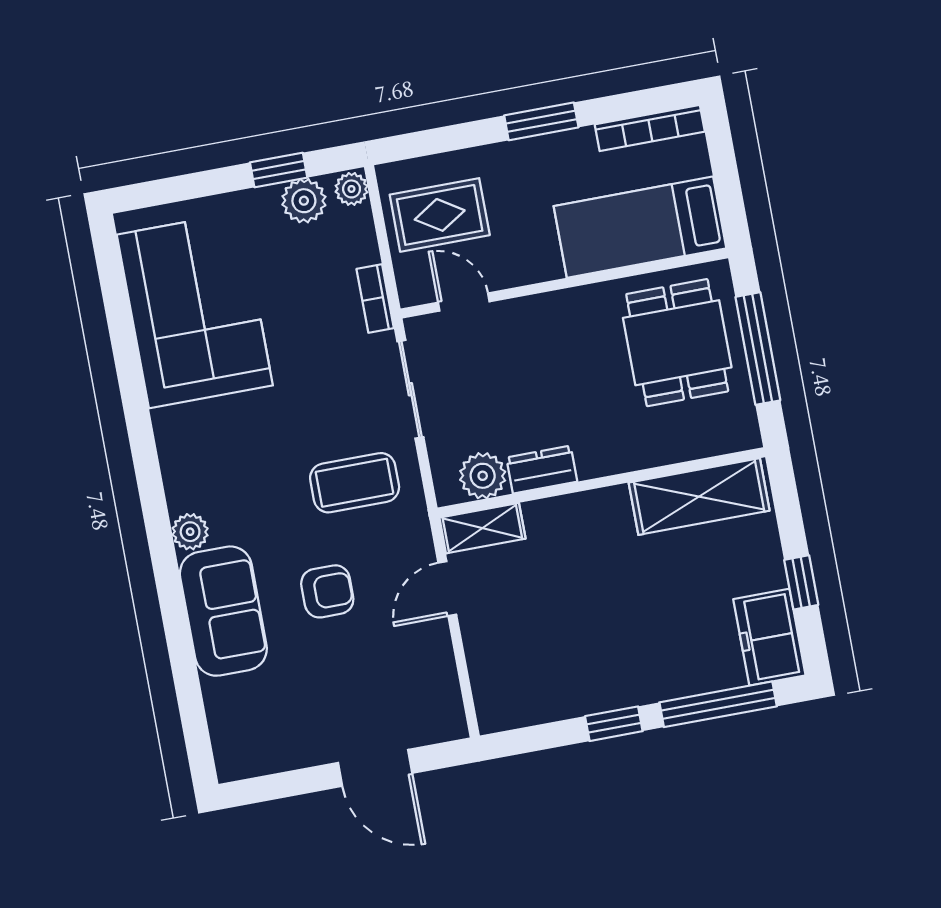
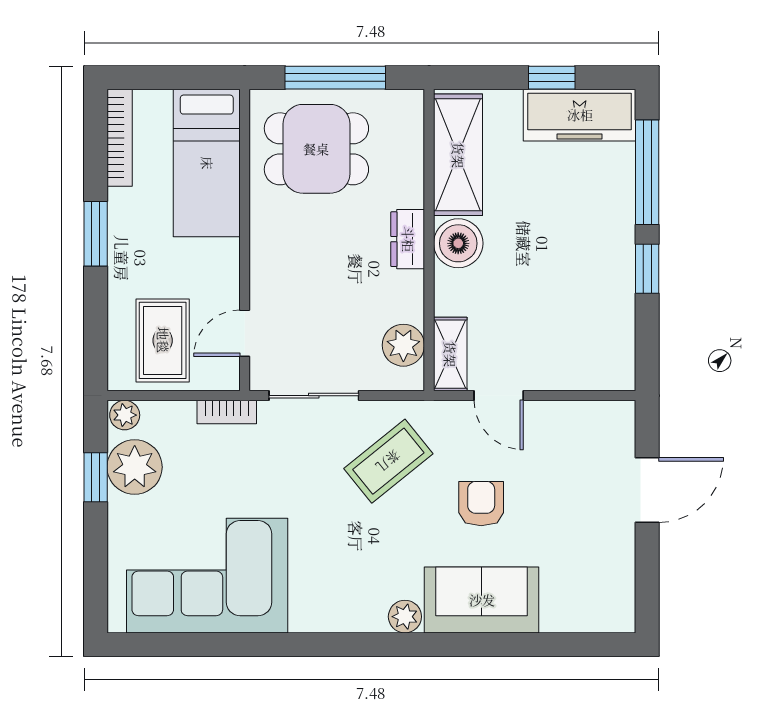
plant: (304, 201) -> (135, 467), width x1.36, depth x1.36
dresser: (542, 470) -> (408, 239), moved
coffee table: (355, 483) -> (388, 461), turned 51
boiler: (604, 515) -> (458, 243), added
freezer: (769, 637) -> (580, 115), width x1.40

